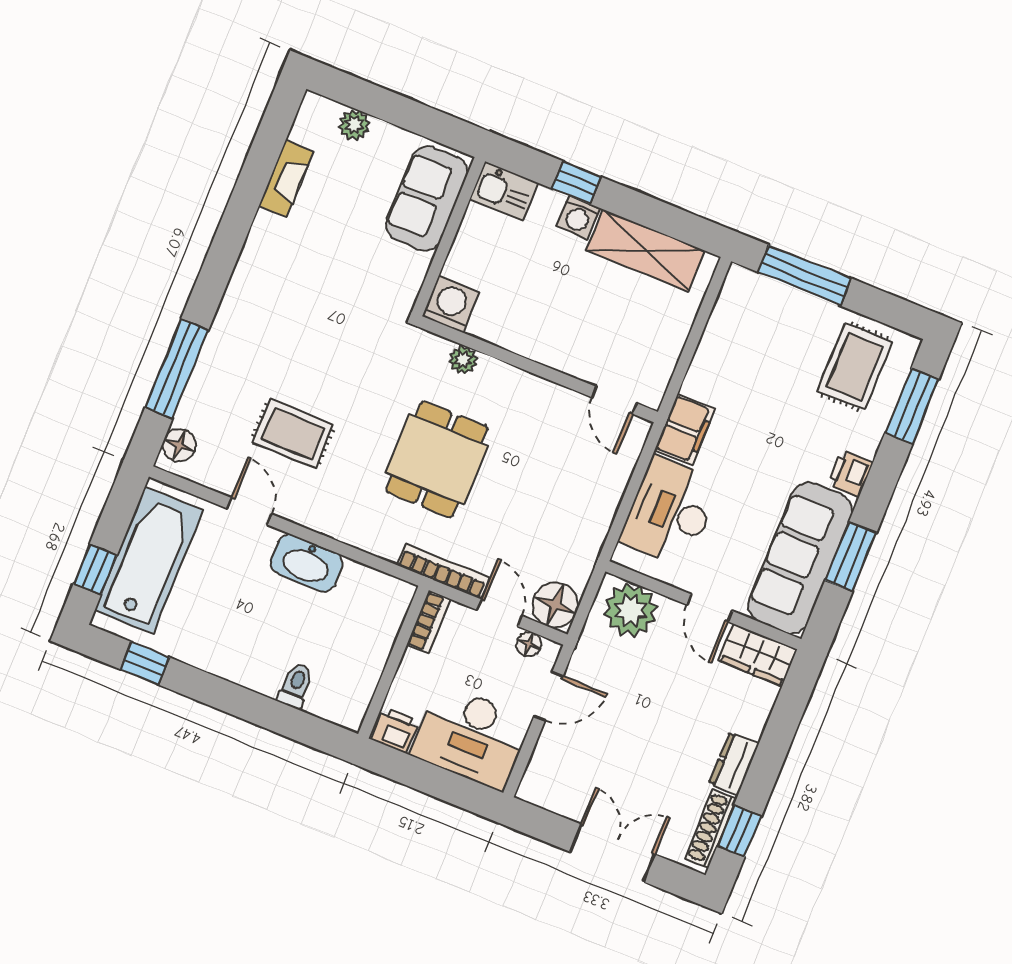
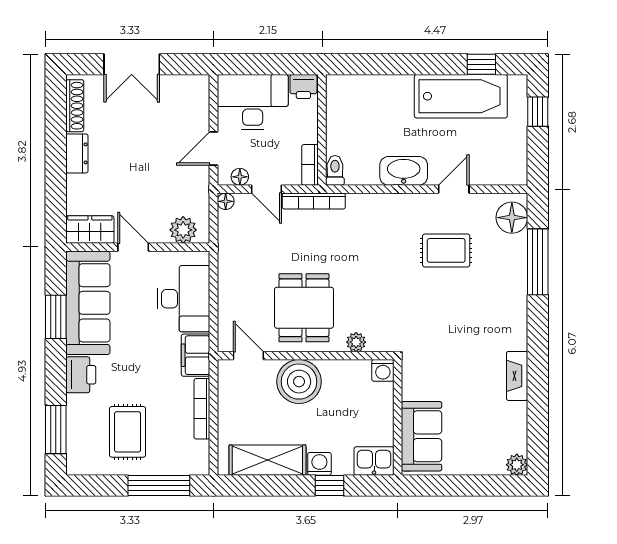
plant: (354, 125) -> (517, 465), moved
fireplace: (286, 179) -> (517, 376), moved
washing machine: (451, 304) -> (383, 370), width x0.73, depth x0.73
boiler: (561, 338) -> (299, 382), added
bookcase: (705, 355) -> (202, 409), added
rug: (855, 367) -> (128, 432), moved
floor lamp: (179, 445) -> (512, 218), width x1.38, depth x1.38
dining table: (437, 459) -> (304, 308), moved
printer: (850, 474) -> (81, 375), width x1.36, depth x1.24
door: (249, 511) -> (454, 189), swing flipped
bathtub: (149, 560) -> (461, 96), moved, turned -90
floor lamp: (555, 605) -> (226, 201), width x0.53, depth x0.53
plant: (631, 610) -> (183, 230), width x0.73, depth x0.73
toilet: (296, 686) -> (335, 170), moved, turned 180
window: (739, 831) -> (56, 112), removed

